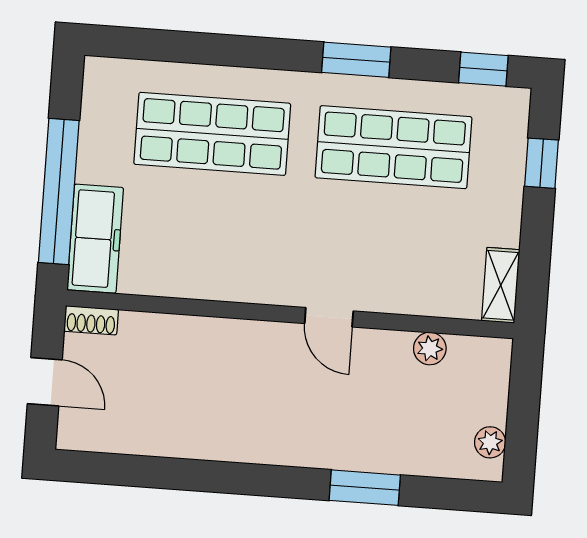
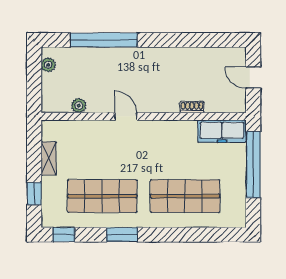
freezer: (95, 239) -> (222, 131), moved, turned -90
shelving: (501, 285) -> (49, 158), moved
shoe rack: (91, 320) -> (192, 107), moved
window: (365, 488) -> (104, 40), width x2.11

